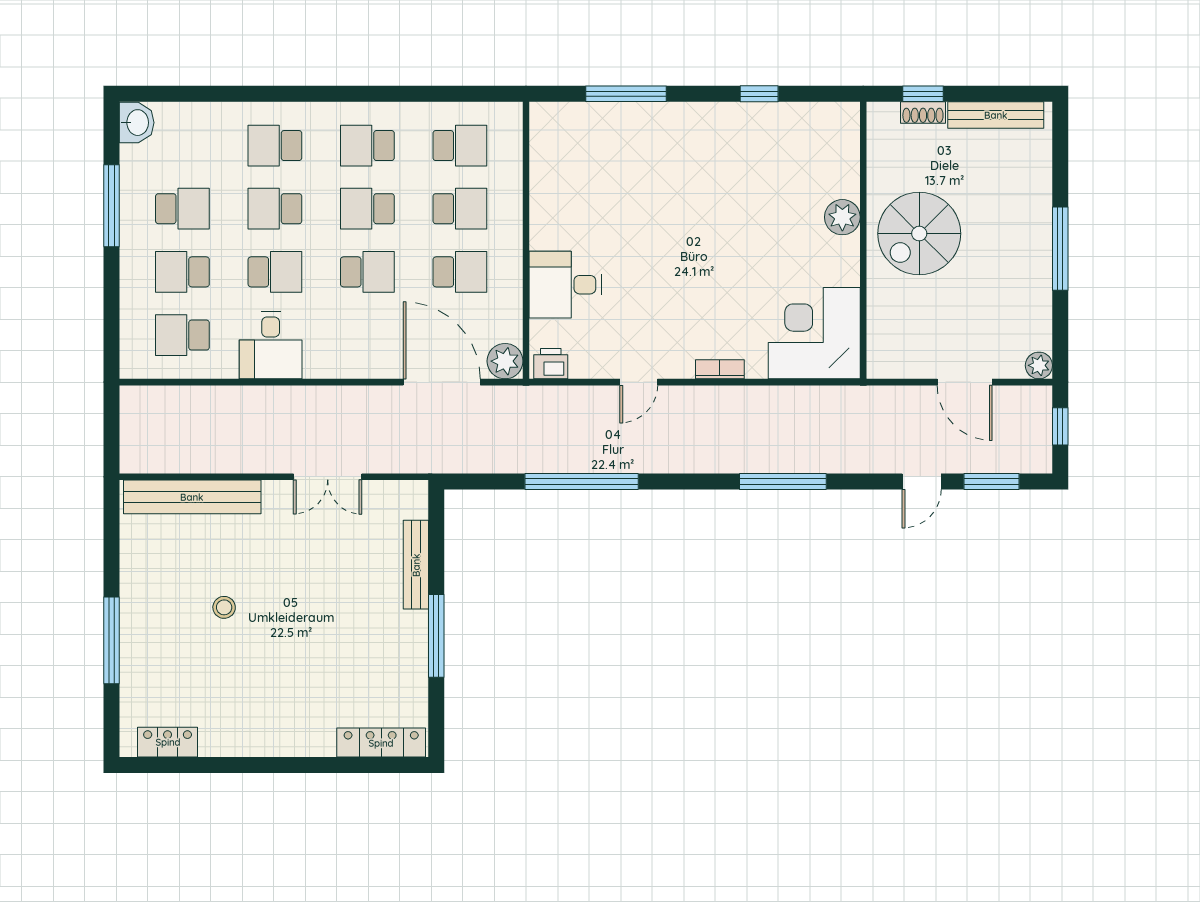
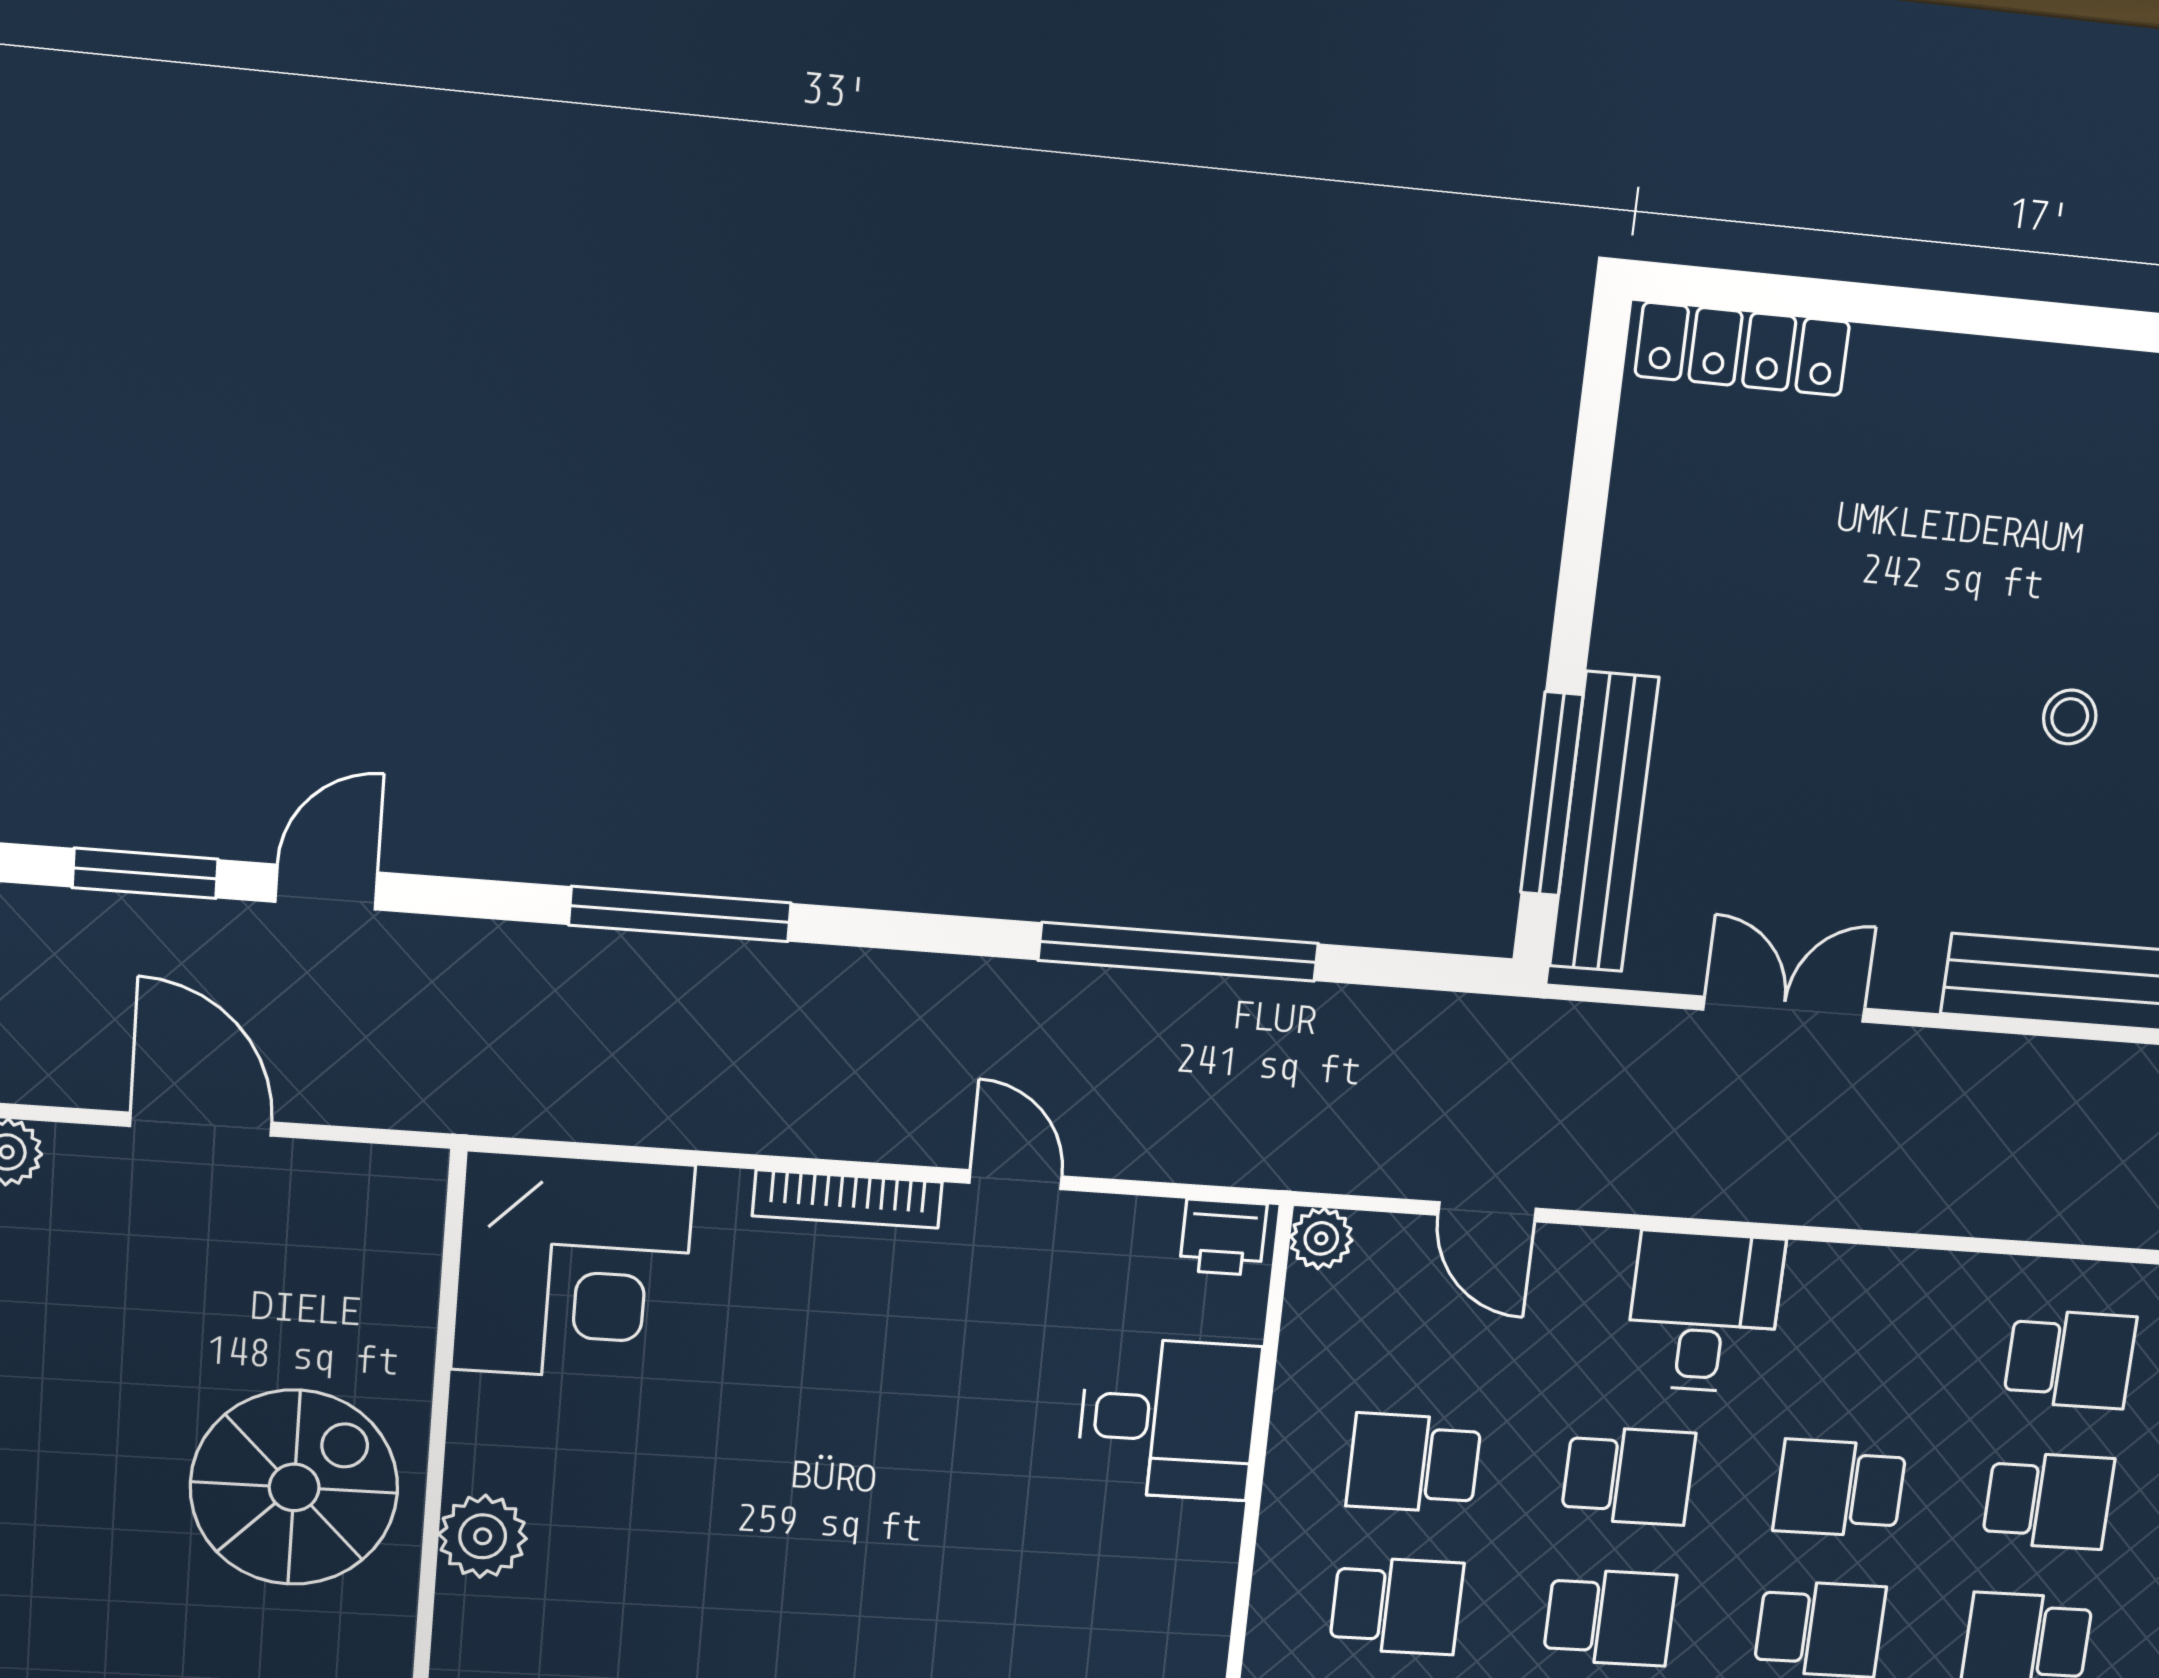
school desk: (460, 209) -> (1397, 1606), turned 180
school desk: (367, 272) -> (1628, 1476), turned 180
desk: (271, 345) -> (1704, 1312), moved
plant: (505, 361) -> (1321, 1238), width x0.73, depth x0.73
bookcase: (720, 369) -> (847, 1199), width x1.56
door: (442, 382) -> (1487, 1212), width x0.53
door: (639, 382) -> (1016, 1180), hinge flipped
bench: (416, 565) -> (1604, 822), width x1.37, depth x1.21
window: (436, 636) -> (1552, 794), moved

